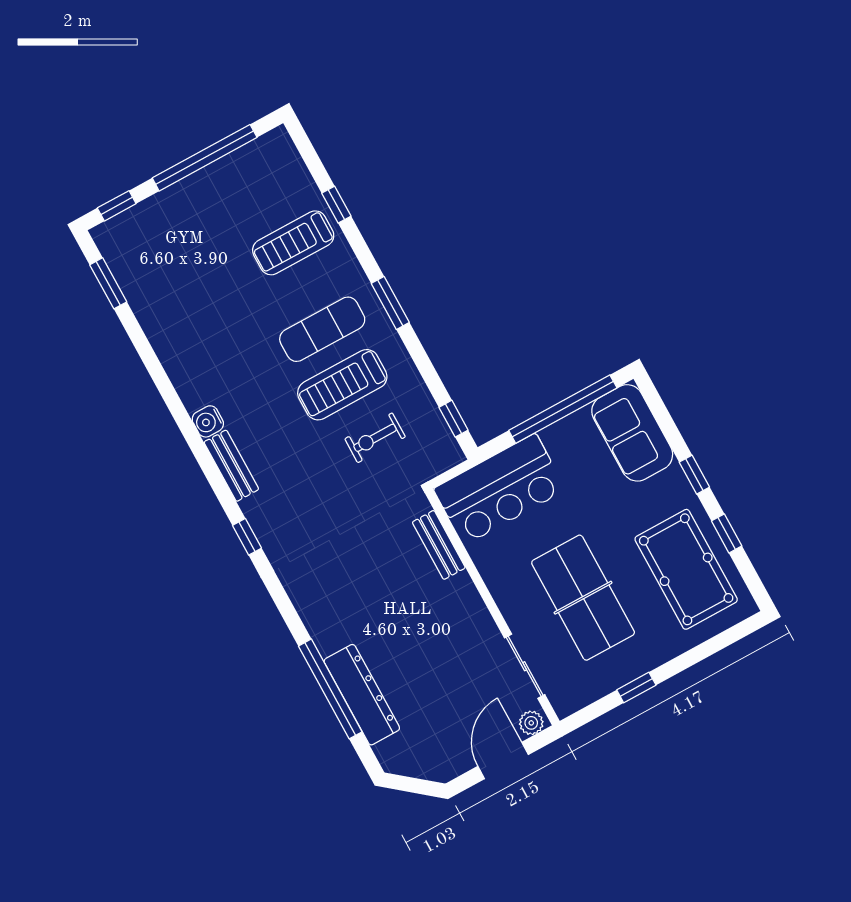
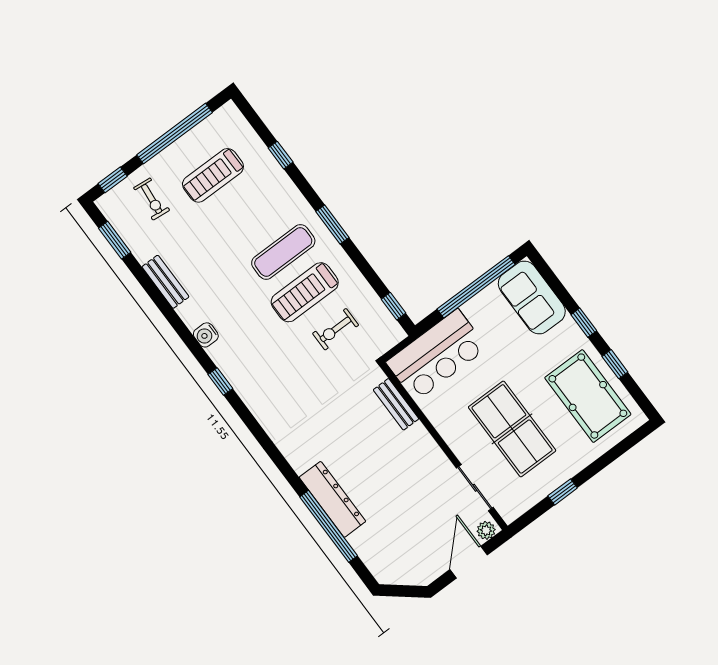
exercise bike: (163, 237) -> (152, 199), added
treadmill: (293, 243) -> (213, 175), moved
bench: (231, 466) -> (165, 282), moved
window: (247, 537) -> (220, 382), moved
dresser: (362, 695) -> (332, 499), moved

